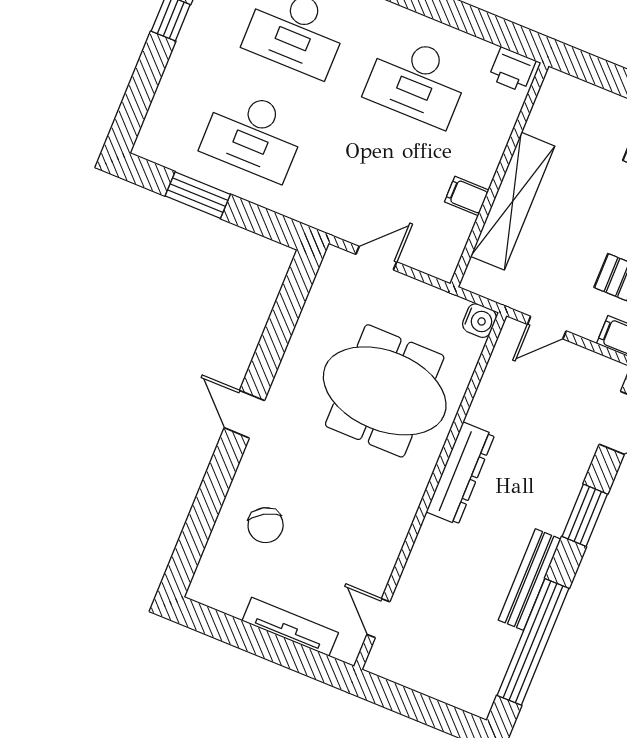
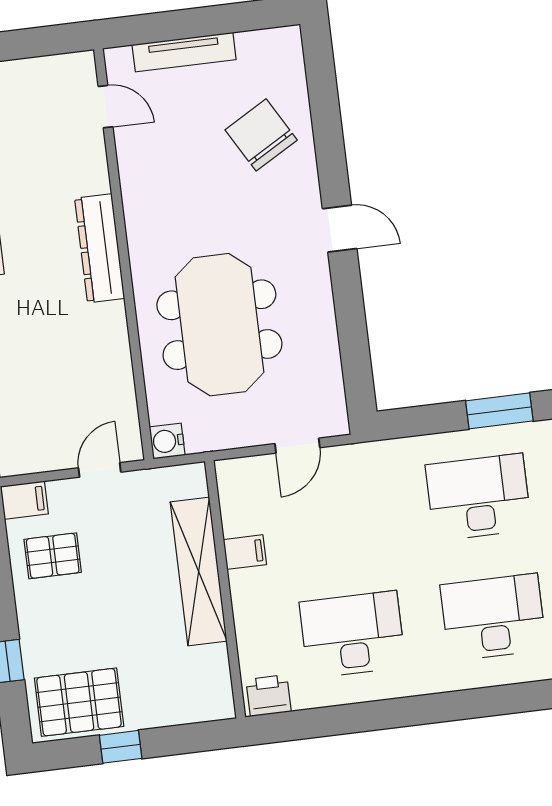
meeting table: (385, 391) -> (219, 325), turned 90
dresser: (460, 473) -> (100, 248), moved
chair: (266, 525) -> (261, 135), width x1.37, depth x1.37

